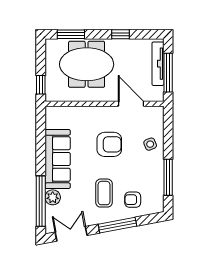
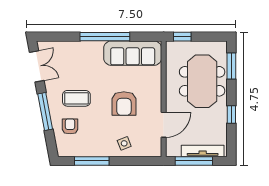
sofa: (58, 159) -> (133, 53), moved
plant: (53, 197) -> (72, 48), removed
window: (41, 201) -> (105, 37), moved

